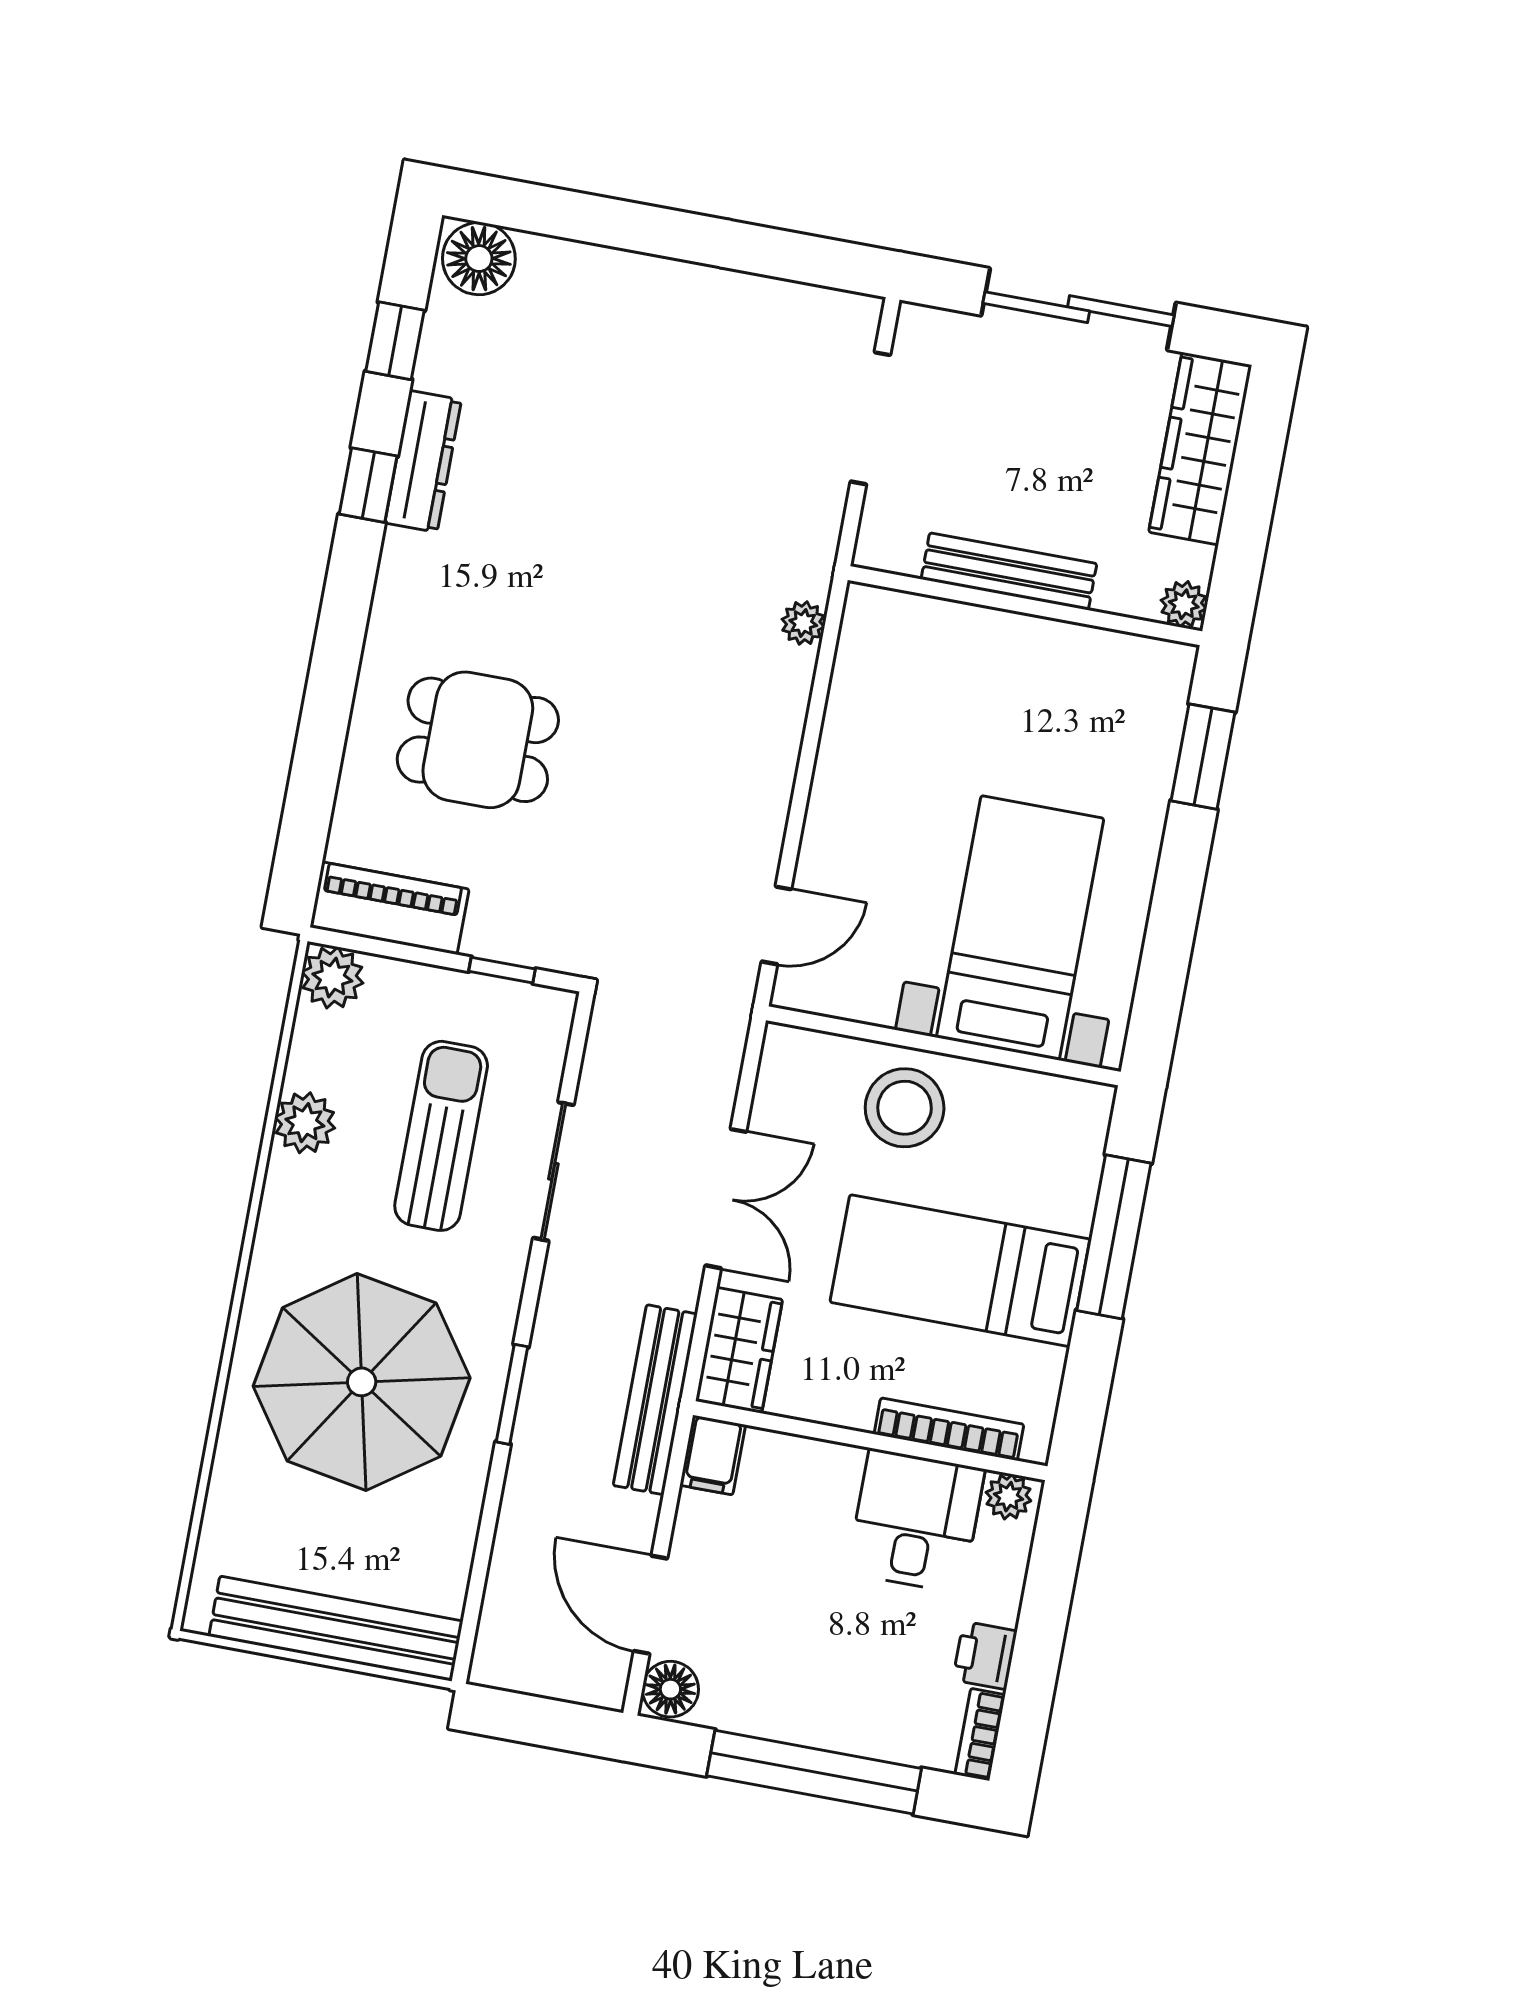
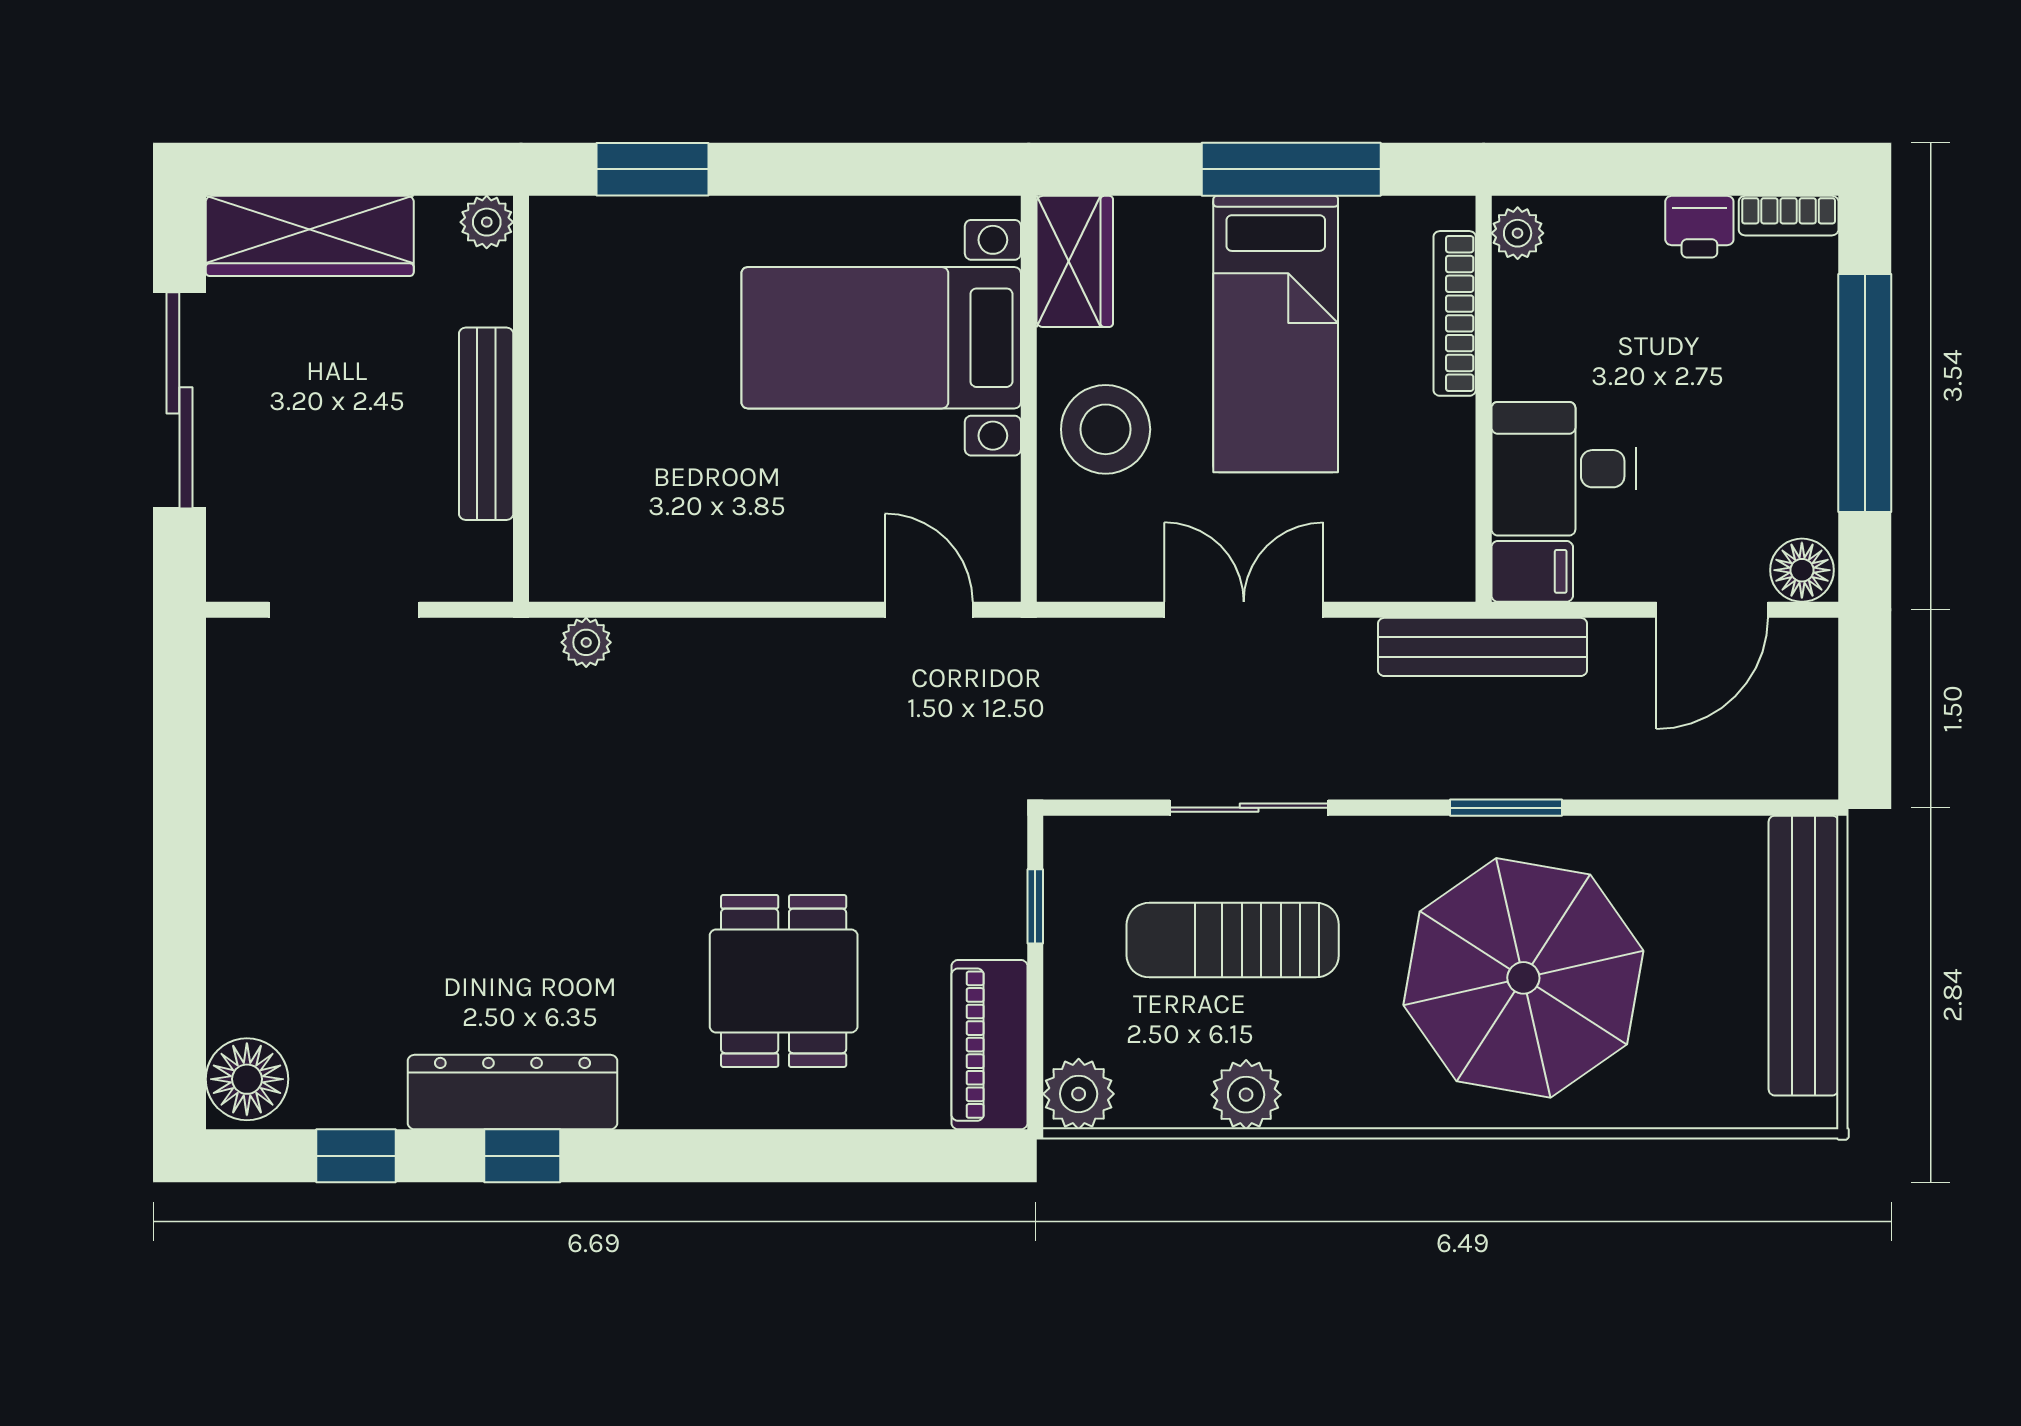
dresser: (423, 461) -> (512, 1092), width x1.37, depth x1.24
window: (1114, 1237) -> (1291, 169), moved
wardrobe: (739, 1350) -> (1075, 261), moved, turned 90
desk: (916, 1521) -> (1564, 469), moved

